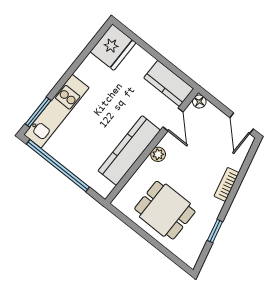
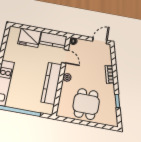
fridge: (113, 47) -> (29, 38), moved, turned 90
door: (242, 123) -> (100, 41), swing flipped
dining table: (165, 210) -> (86, 104), turned 90

